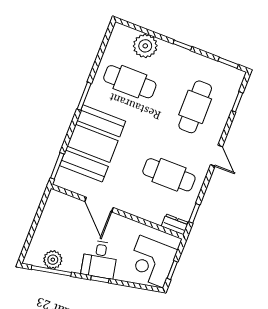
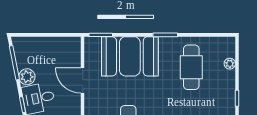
plant: (145, 46) -> (230, 64), width x0.53, depth x0.53
door: (99, 205) -> (83, 81), hinge flipped
plant: (53, 260) -> (27, 77), moved

